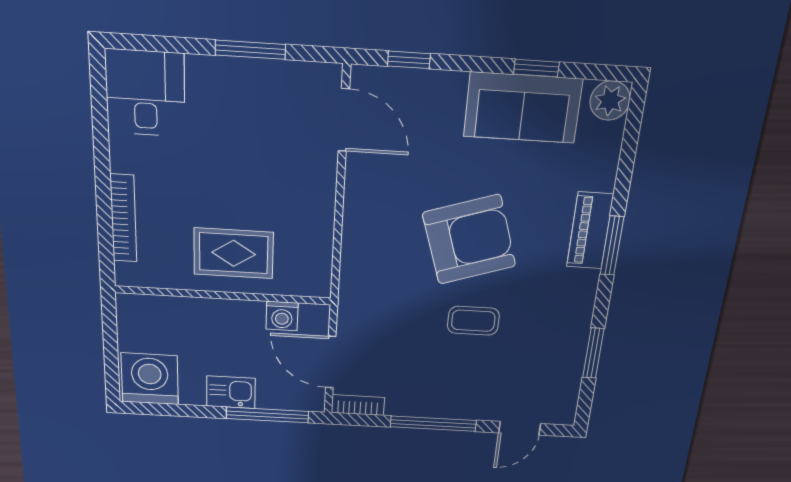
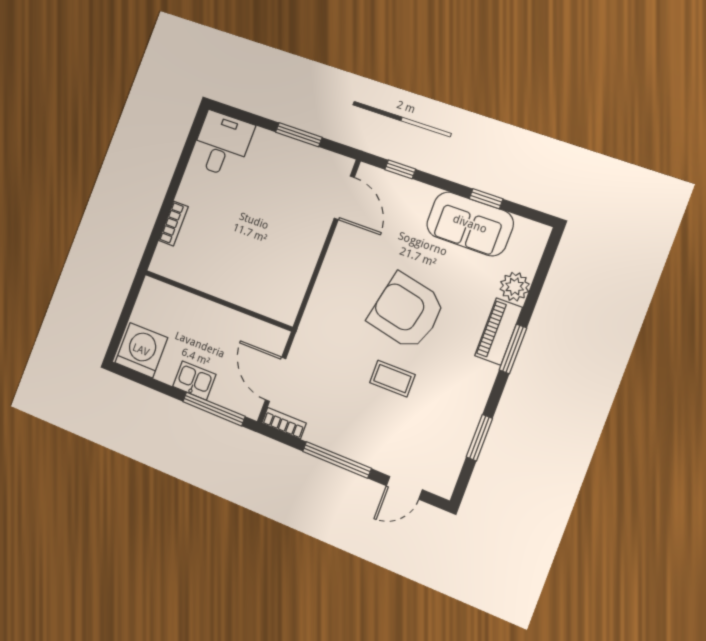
plant: (610, 101) -> (515, 287), moved
bookcase: (123, 218) -> (174, 224), width x0.64
armchair: (469, 240) -> (407, 311), turned -150
rug: (234, 253) -> (237, 271), removed
washing machine: (282, 316) -> (253, 330), removed

